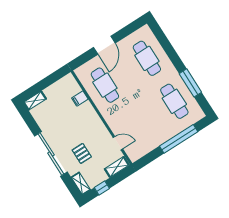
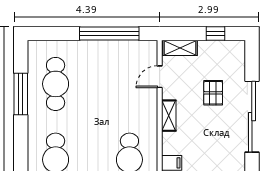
window: (179, 139) -> (109, 34), moved
door: (118, 143) -> (160, 77), hinge flipped
shelving: (81, 183) -> (169, 116), moved

